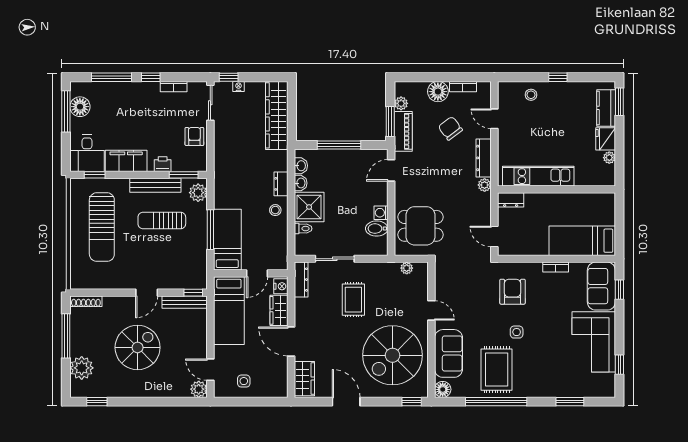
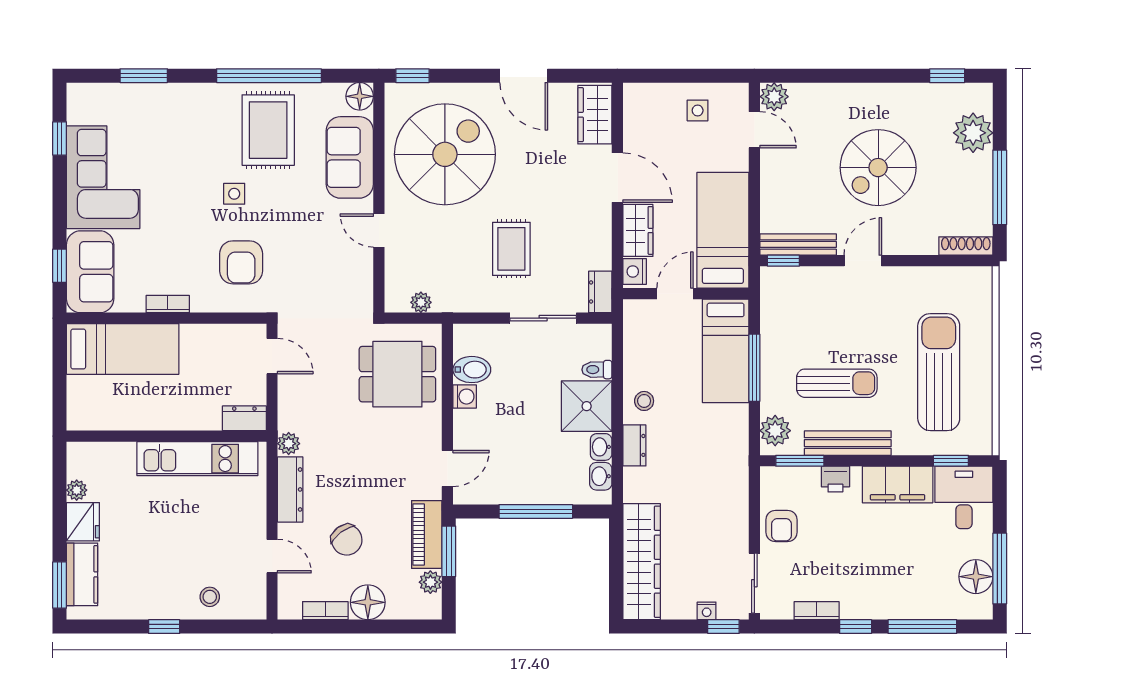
dresser: (301, 280) -> (600, 292), width x0.70

